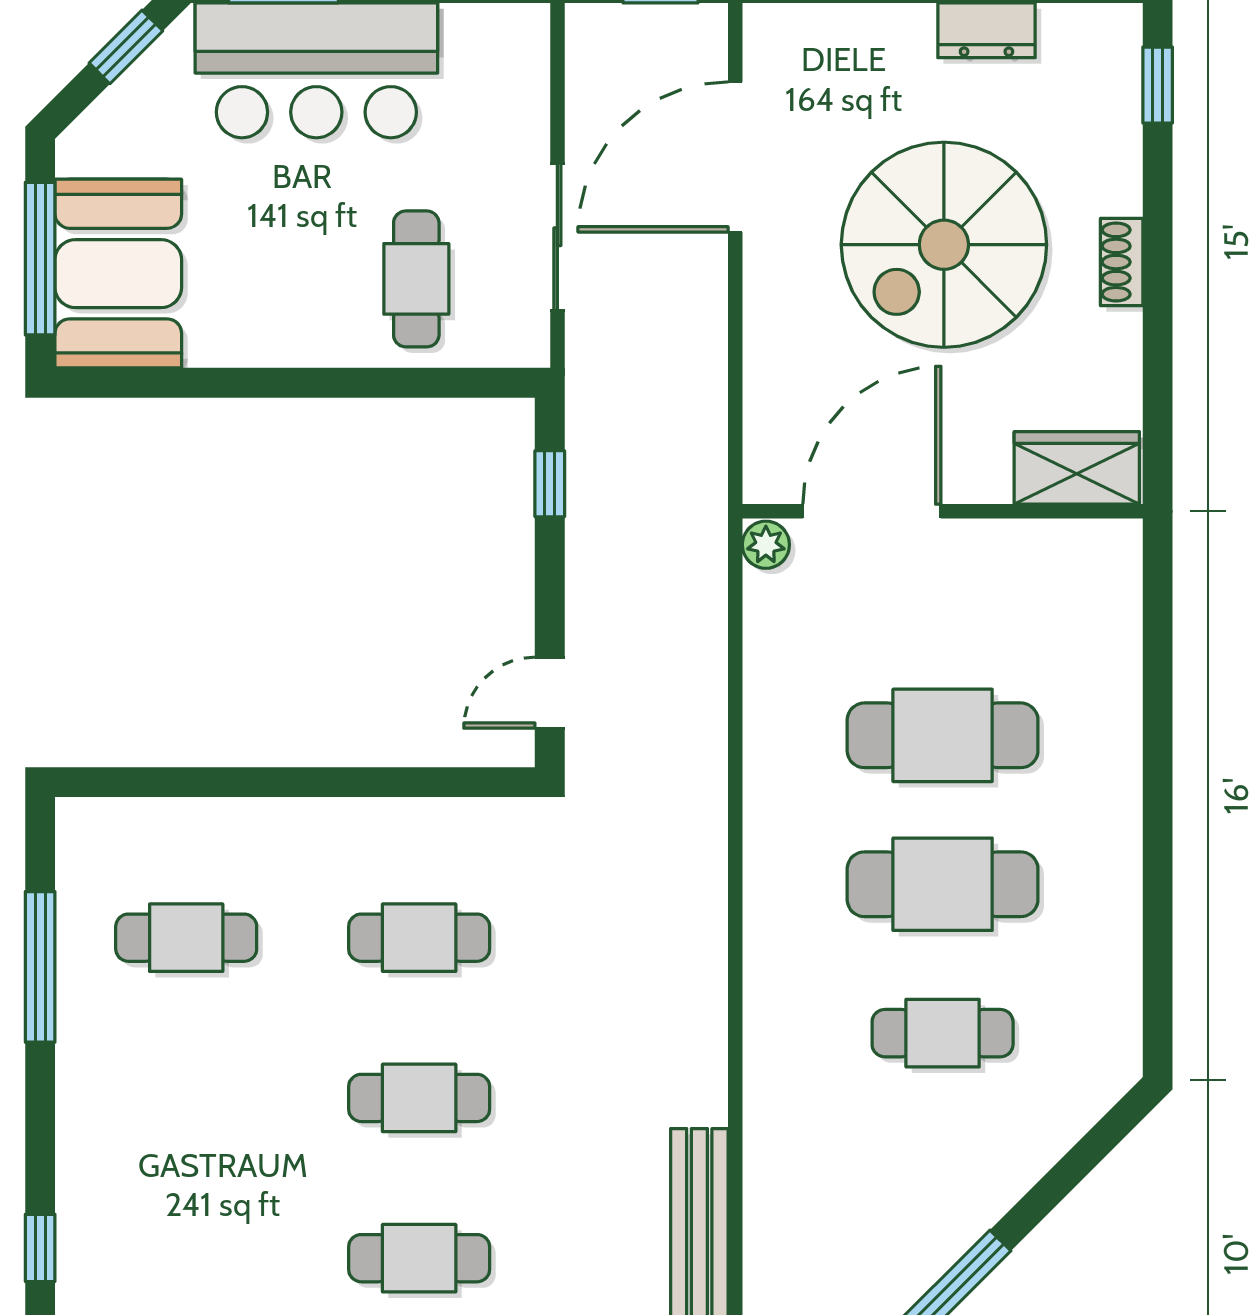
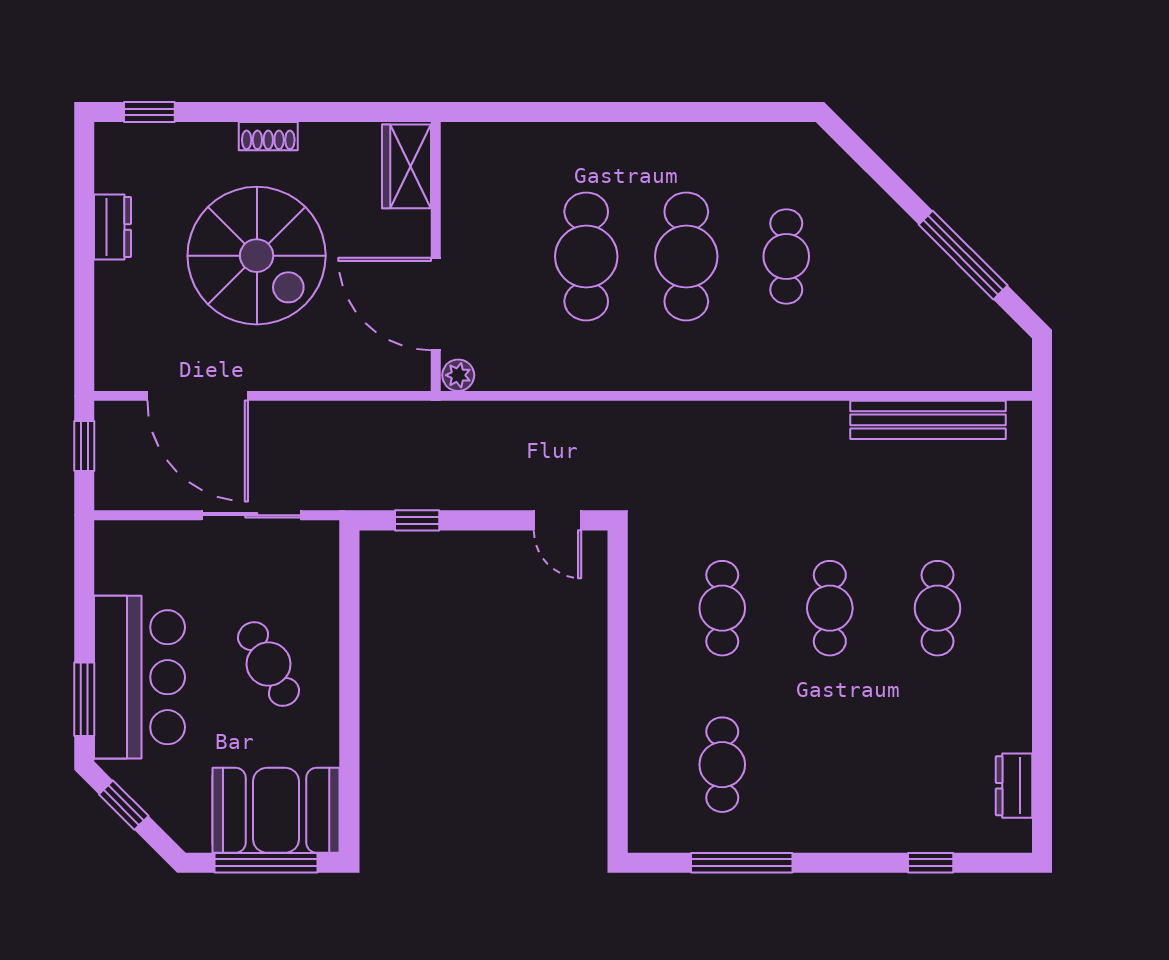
cafe table: (416, 279) -> (268, 664), moved, turned 61

